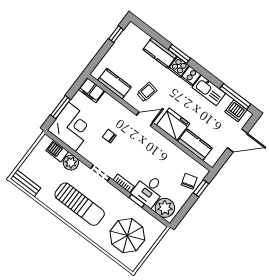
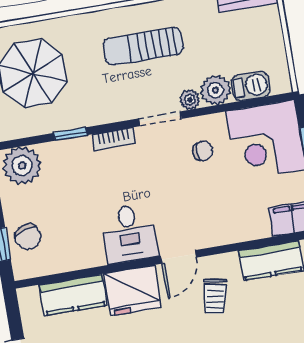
chair: (109, 136) -> (203, 151), moved
plant: (83, 169) -> (190, 100), added
desk: (149, 190) -> (129, 233), moved, turned 180
sun lounger: (80, 204) -> (143, 47), width x0.73, depth x0.75

